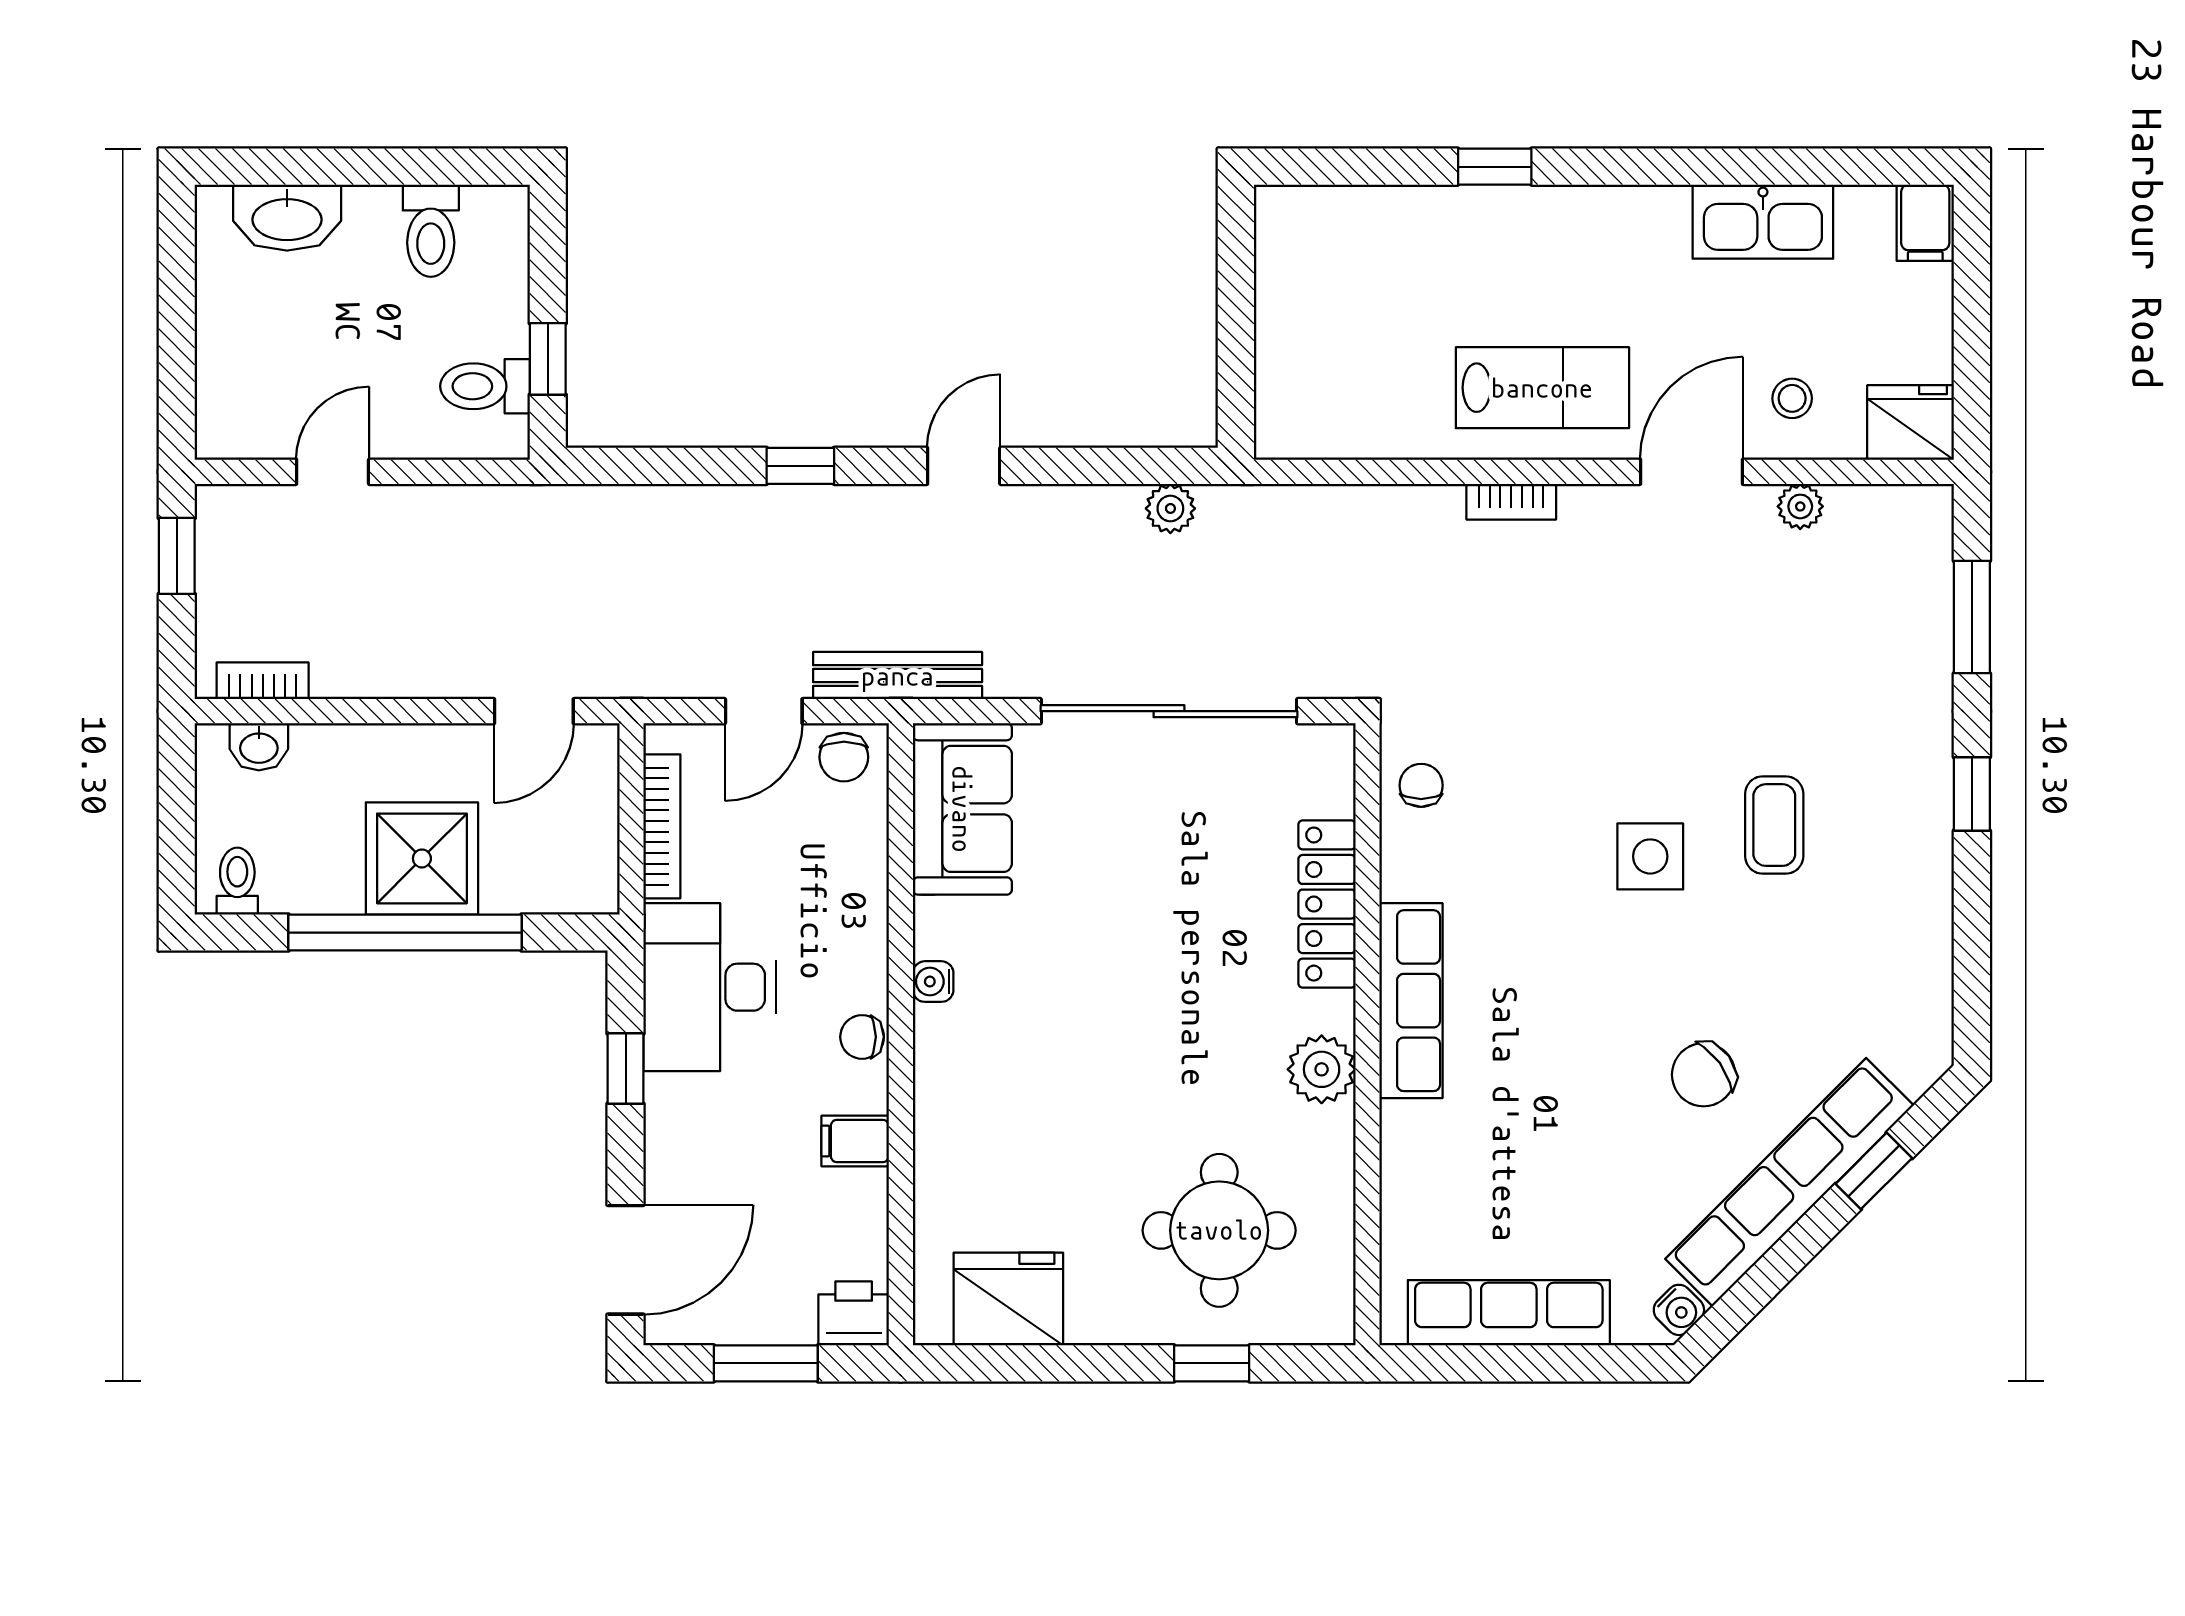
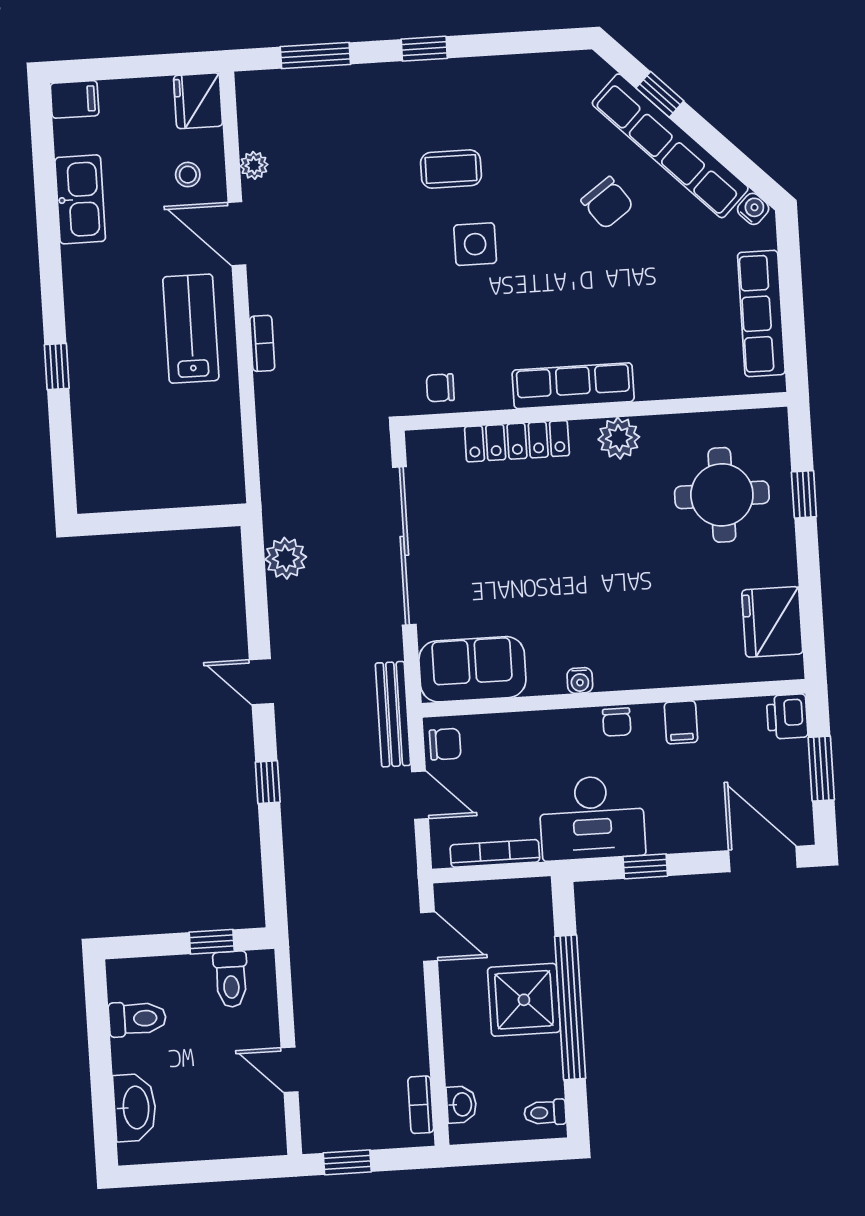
plant: (1170, 508) -> (286, 558), width x1.38, depth x1.38

